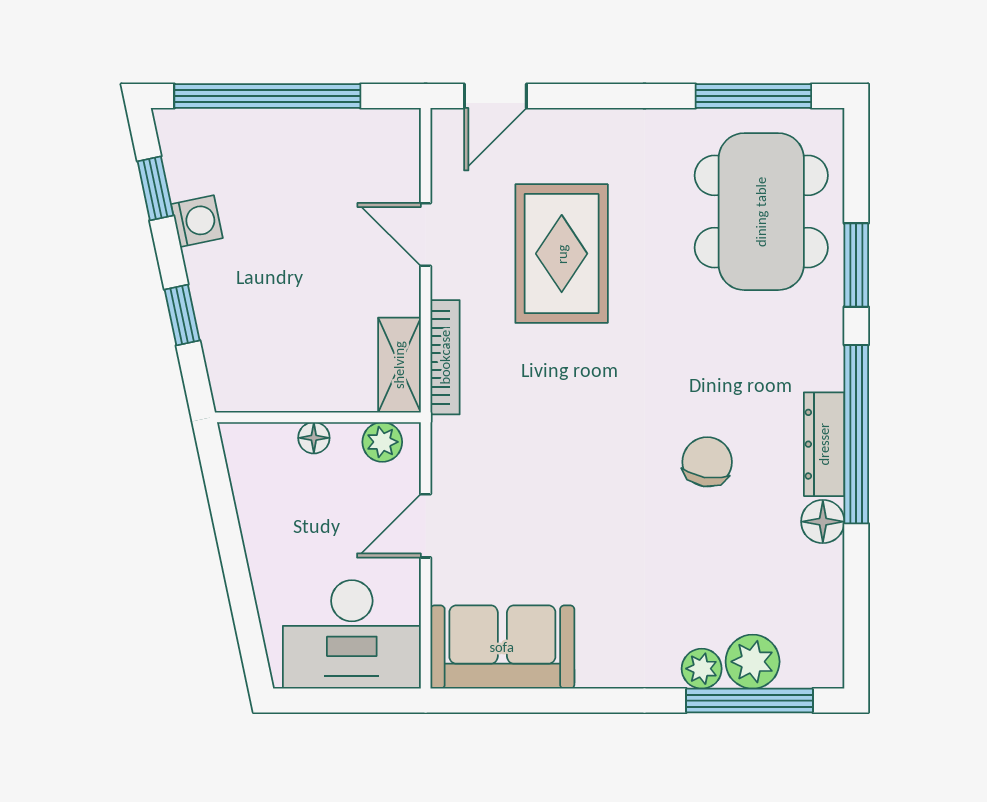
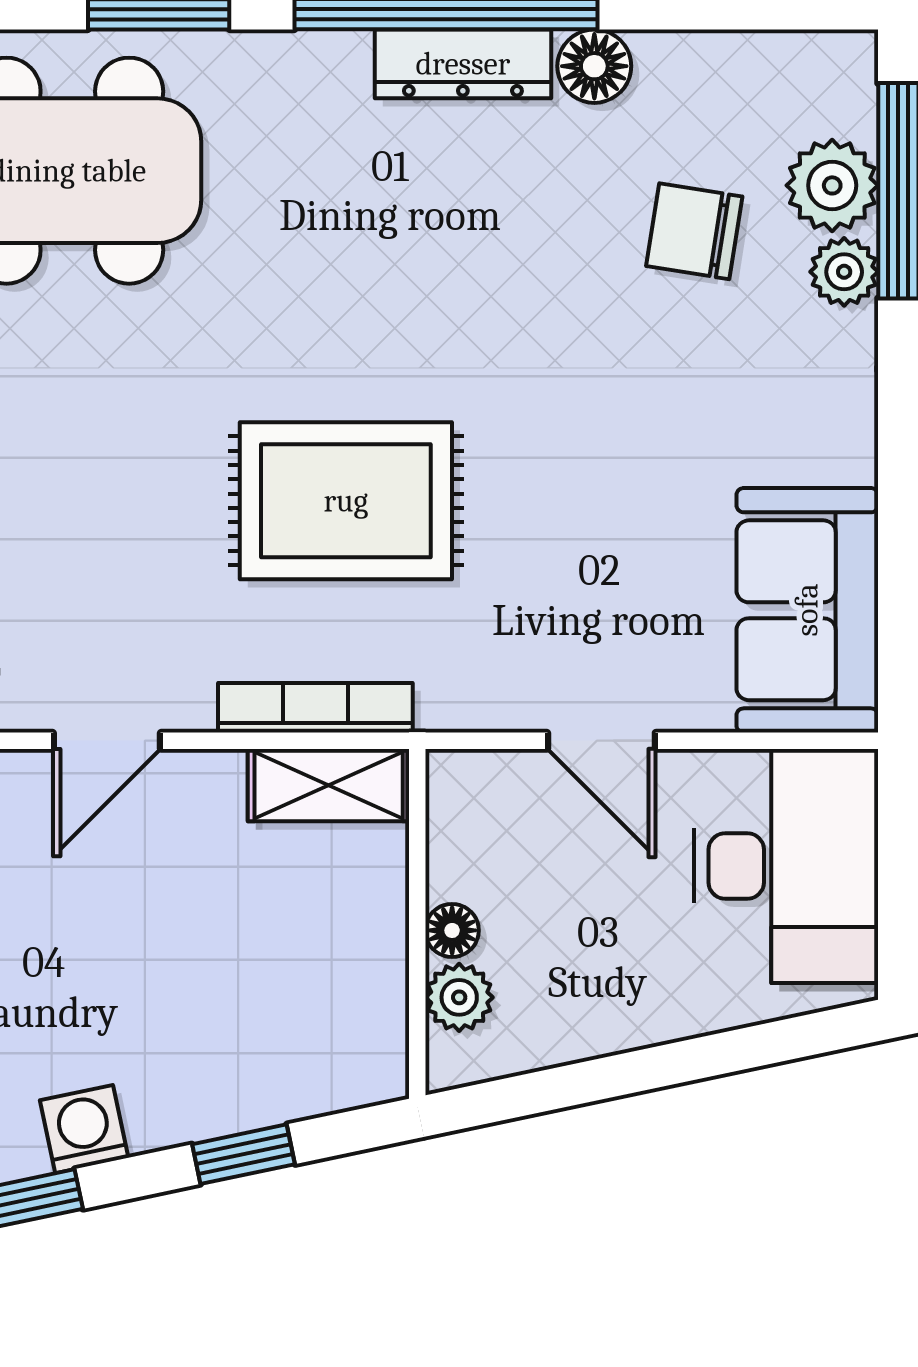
rug: (562, 254) -> (346, 501), moved
plant: (382, 442) -> (459, 997), moved
chair: (707, 462) -> (694, 231), moved

